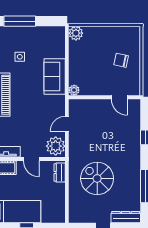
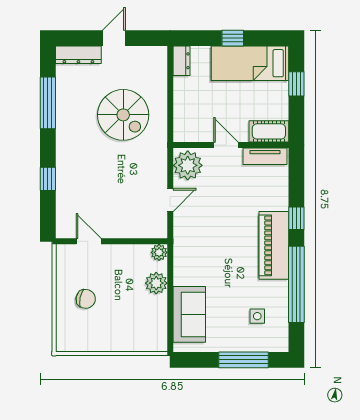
plant: (76, 33) -> (156, 283), moved
side table: (20, 57) -> (257, 316), moved
sofa: (55, 76) -> (189, 314), moved
dresser: (60, 172) -> (181, 61), moved

